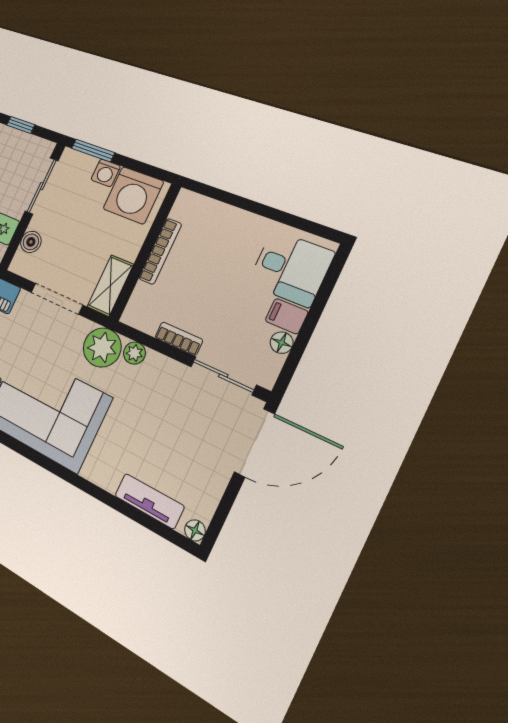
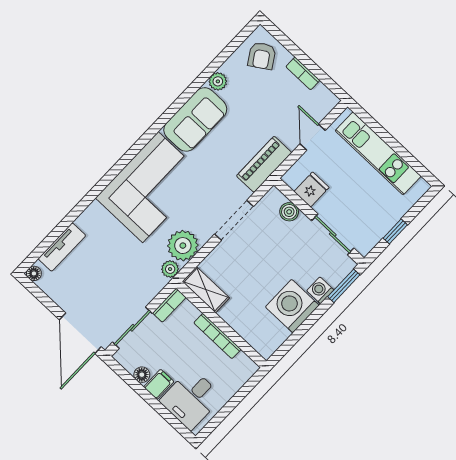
bookcase: (160, 251) -> (217, 336), moved
wall: (145, 252) -> (221, 324), moved
shelving: (110, 286) -> (206, 290), moved

